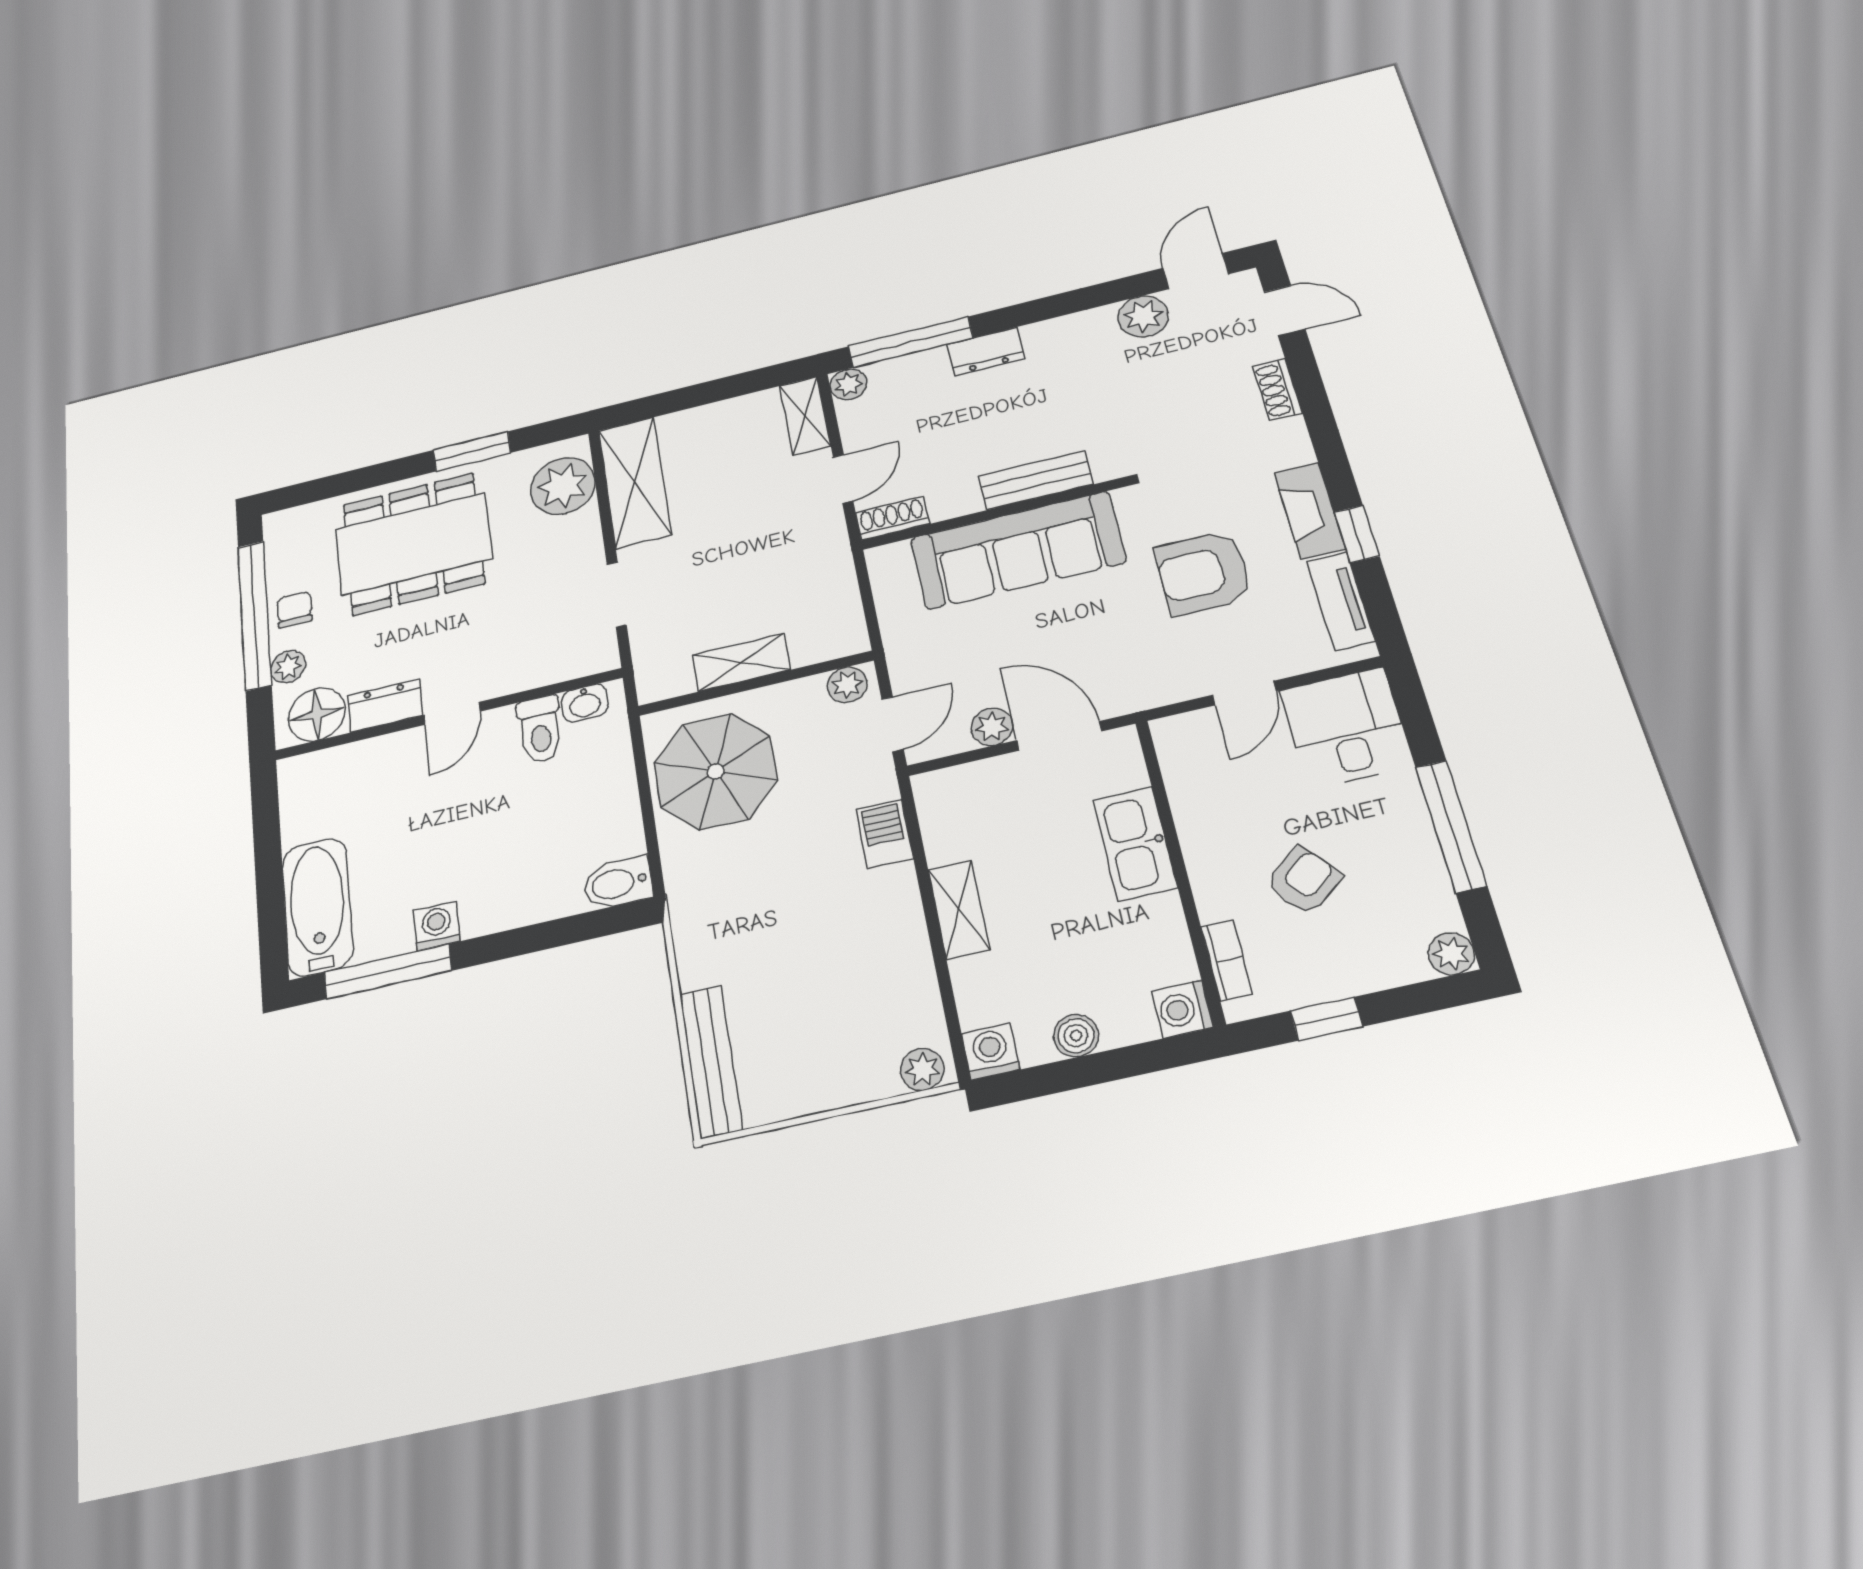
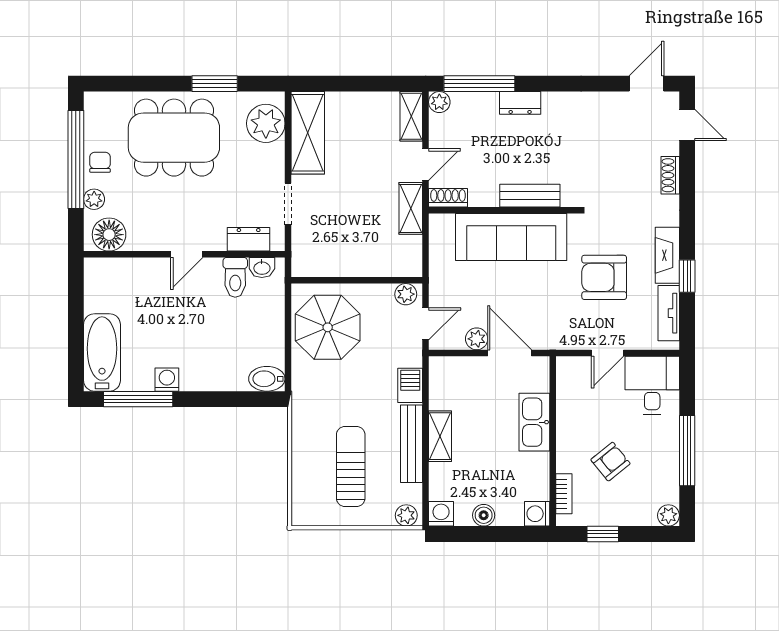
plant: (1143, 316) -> (611, 106), removed
shelving: (741, 662) -> (411, 208), moved, turned 90
dresser: (385, 706) -> (249, 239), moved
sun lounger: (798, 1002) -> (351, 466), added
bench: (711, 1061) -> (412, 444), moved

